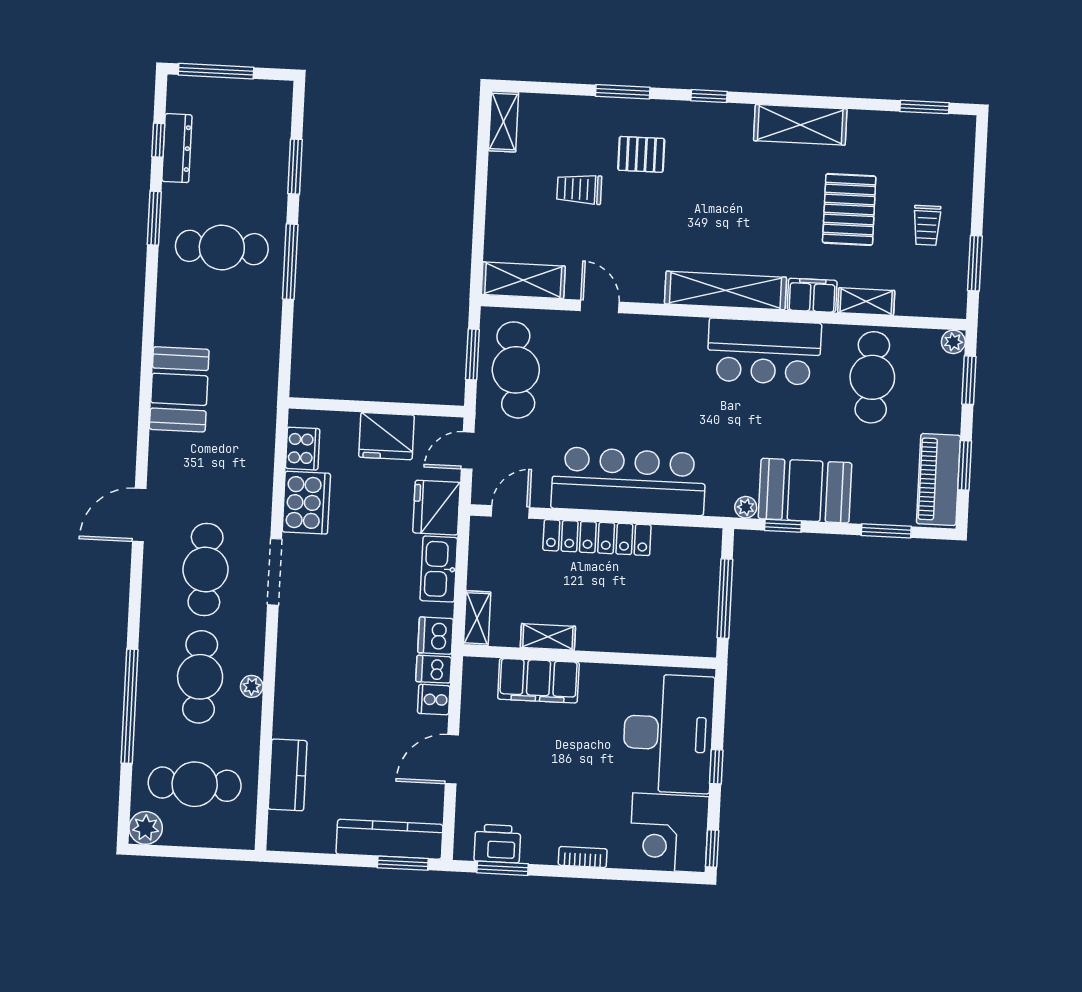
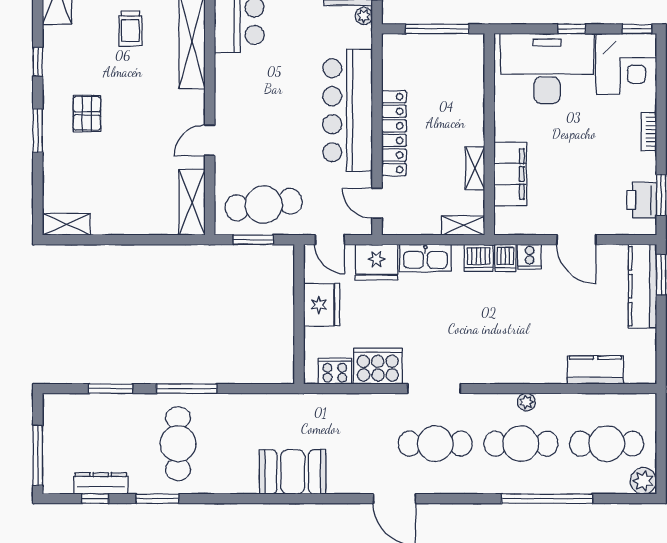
trolley: (579, 189) -> (130, 28), moved
cafe table: (195, 784) -> (607, 444), turned 90

